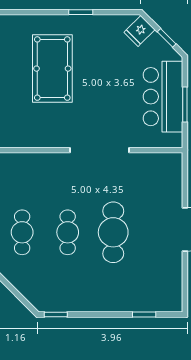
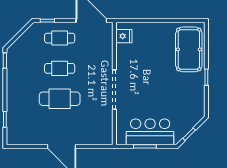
fridge: (139, 31) -> (124, 36), moved, turned 135
pool table: (52, 69) -> (189, 49), moved, turned 90

